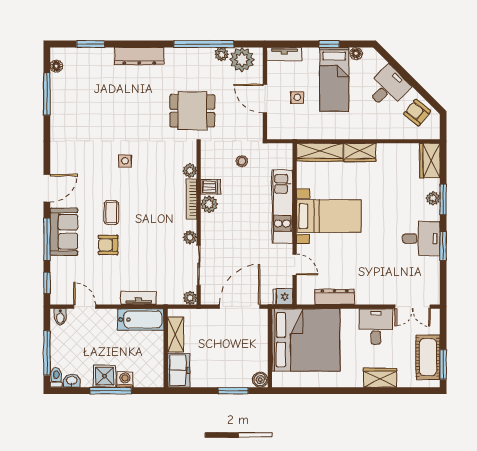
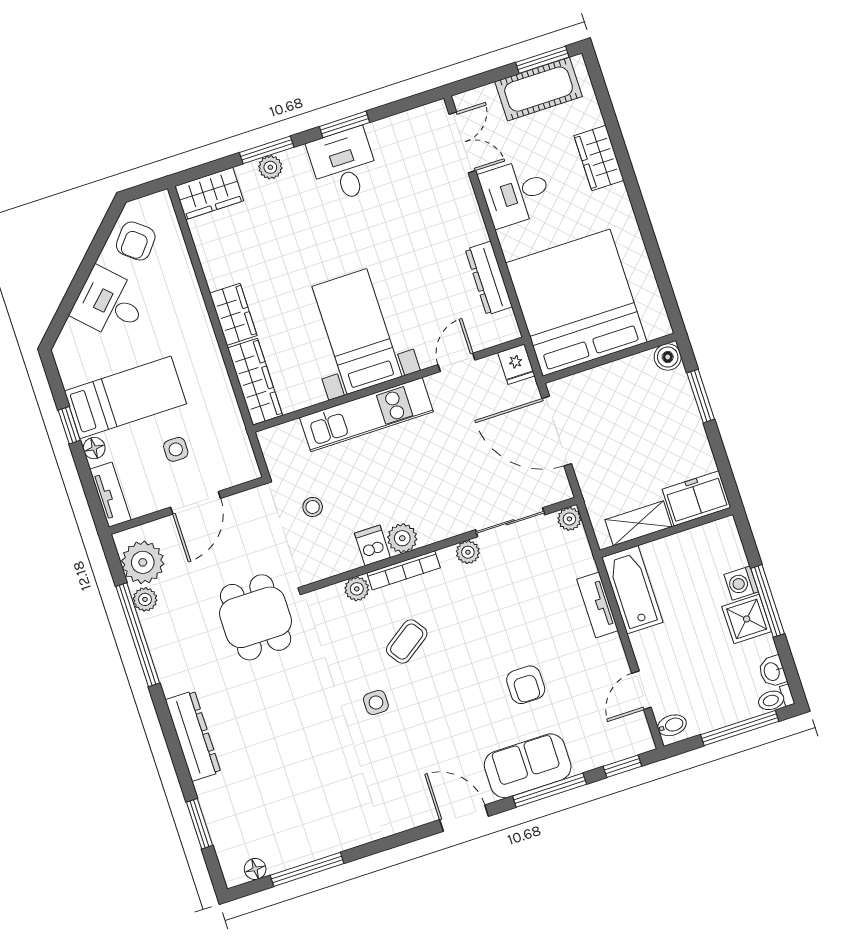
floor lamp: (356, 53) -> (94, 448), moved
coffee table: (111, 213) -> (407, 642), moved, turned -35

